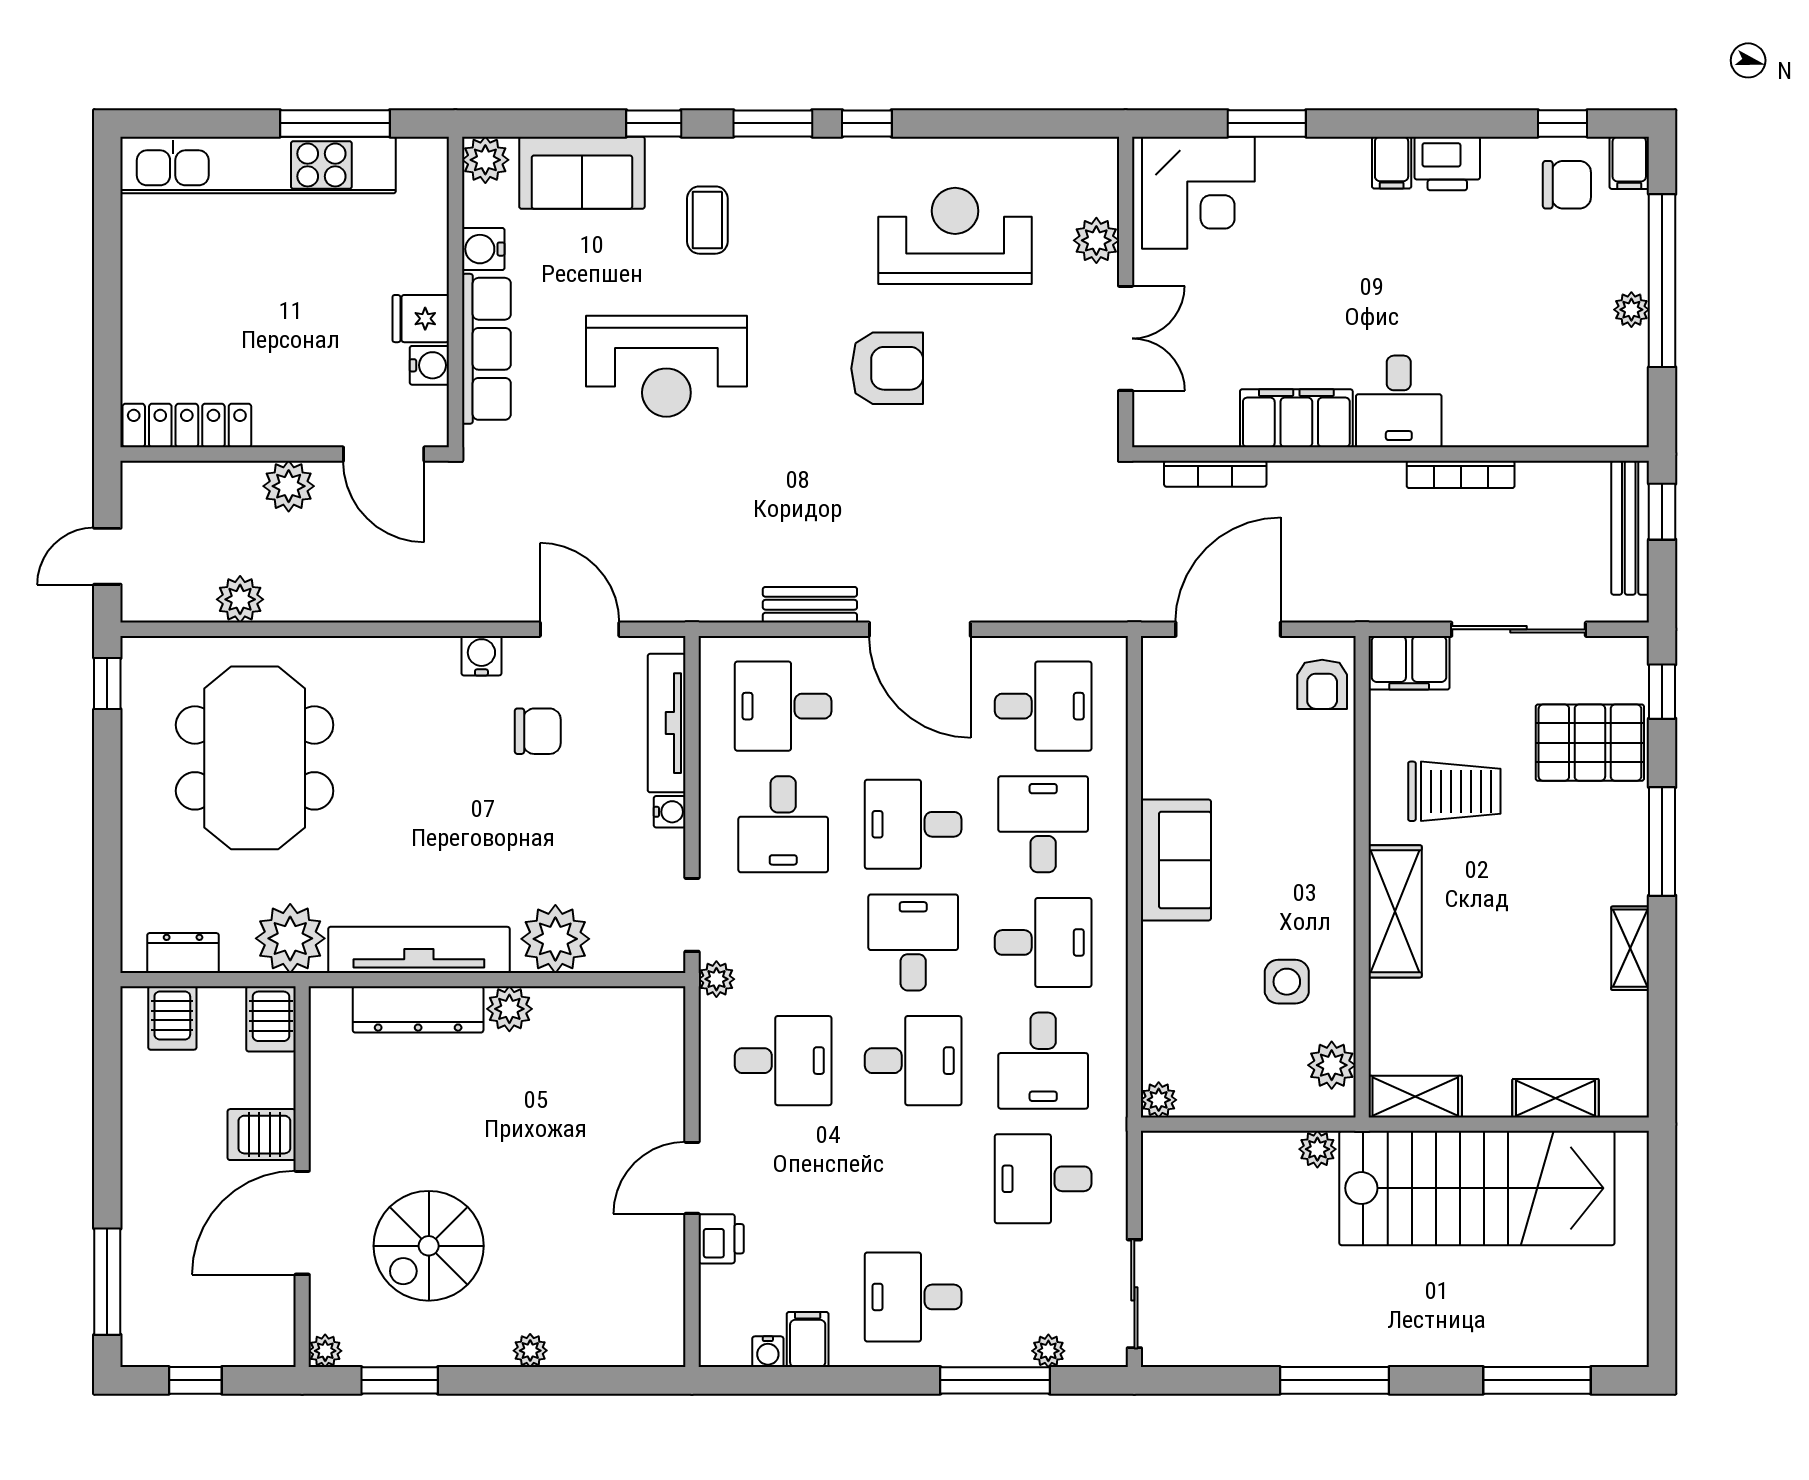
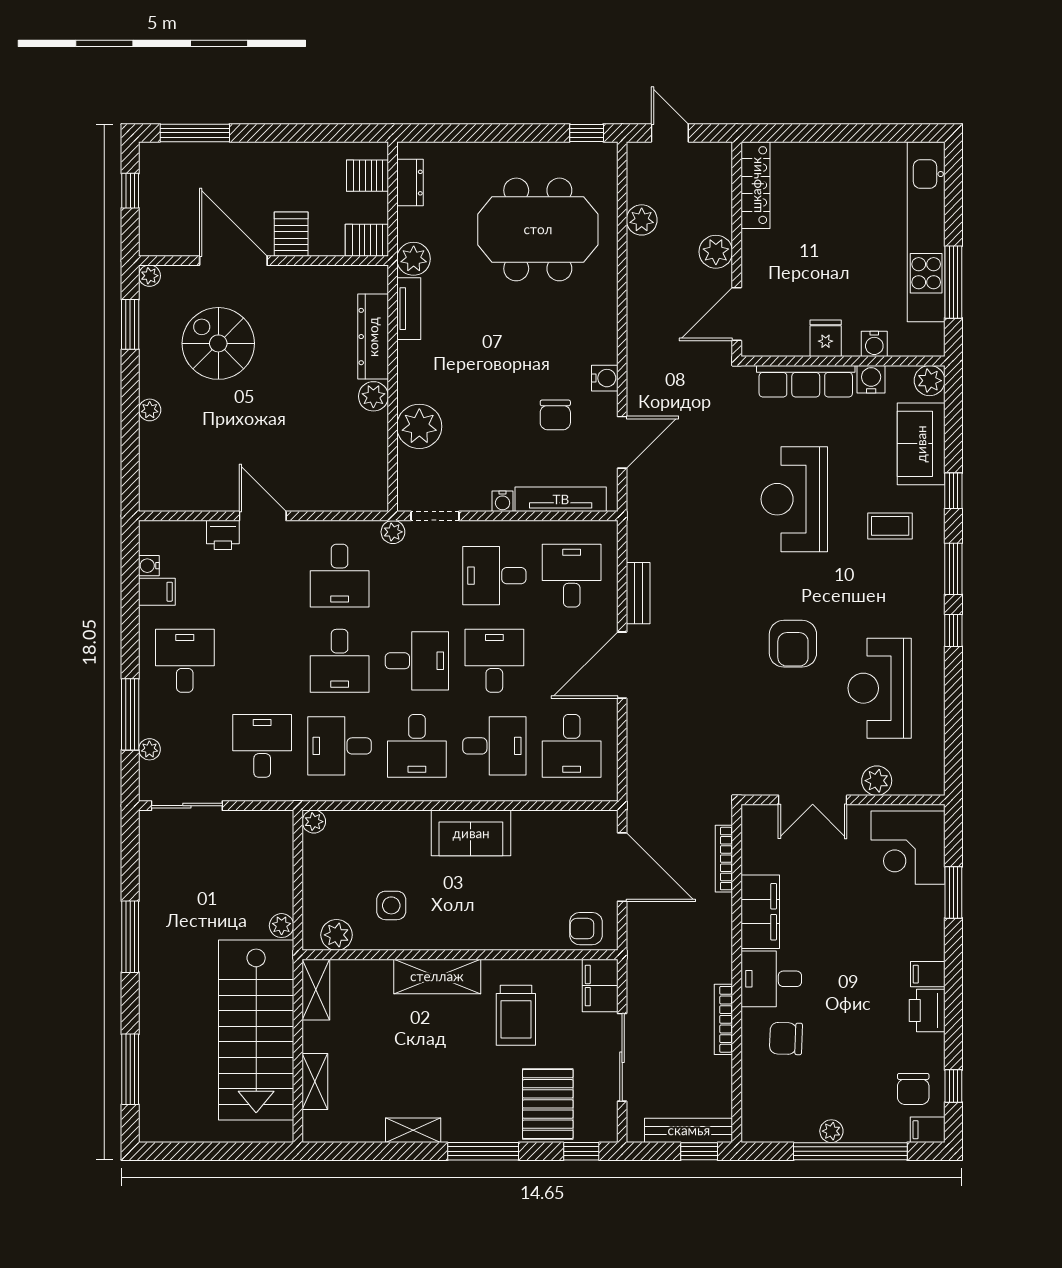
reception desk: (955, 236) -> (880, 688), turned 180
water cooler: (429, 365) -> (874, 344), moved
chair: (1490, 379) -> (786, 1038), added
plant: (290, 938) -> (414, 259), width x0.73, depth x0.73
tv unit: (419, 950) -> (409, 309), width x0.52, depth x0.78

